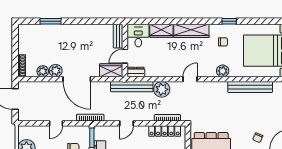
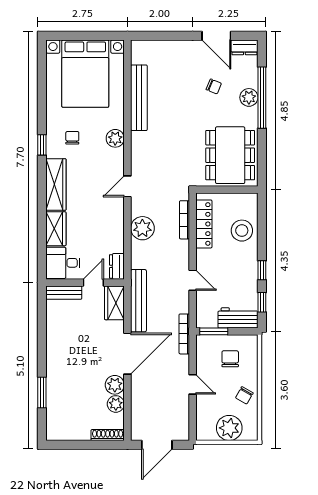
window: (229, 21) -> (42, 145), moved
door: (125, 56) -> (93, 283), swing flipped
door: (190, 79) -> (127, 186), hinge flipped
bench: (132, 87) -> (138, 301), moved

